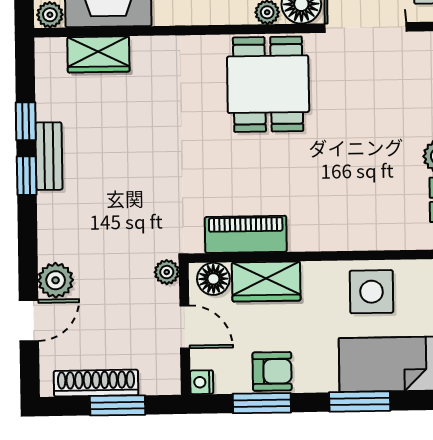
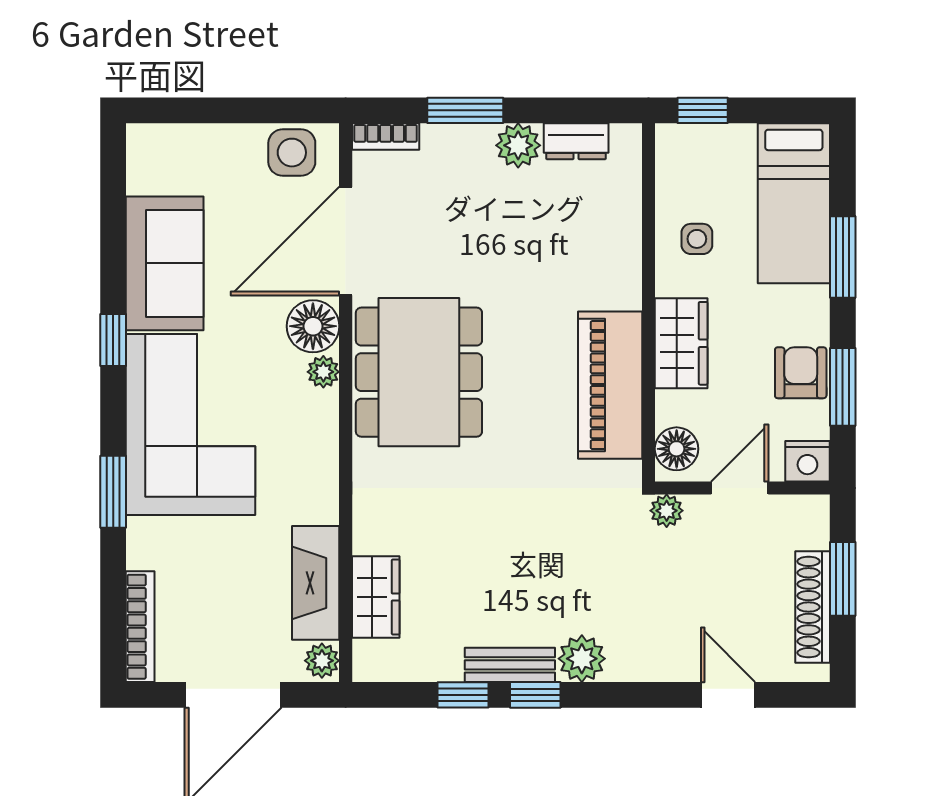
dining table: (268, 84) -> (419, 372), width x1.38
piano: (246, 234) -> (610, 385), width x1.37, depth x1.33
plant: (56, 280) -> (582, 659), moved
wardrobe: (266, 281) -> (681, 343), moved
side table: (371, 292) -> (697, 239), width x0.54, depth x0.54
nightstand: (202, 382) -> (807, 461), width x1.39, depth x1.35

